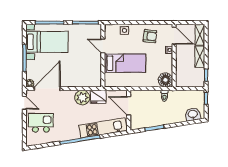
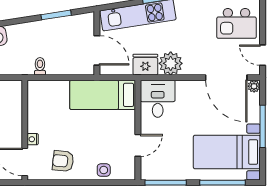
door: (103, 46) -> (138, 145), hinge flipped
bed: (125, 63) -> (103, 95), moved
desk: (90, 75) -> (158, 99), added
floor lamp: (165, 80) -> (39, 91), removed
door: (47, 89) -> (226, 78), hinge flipped

